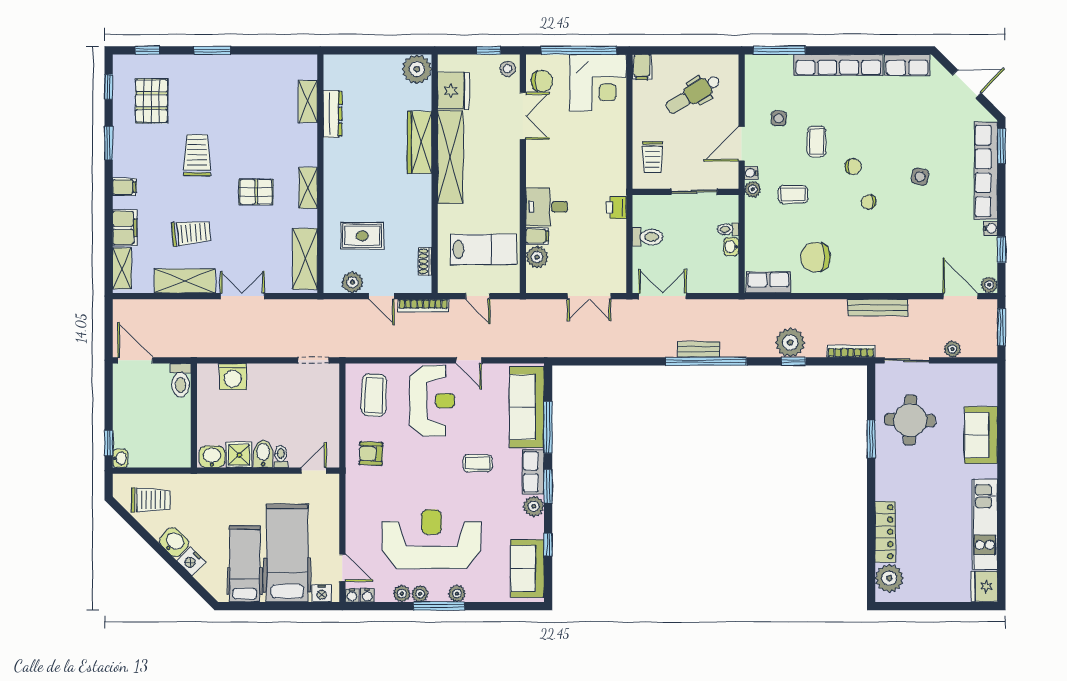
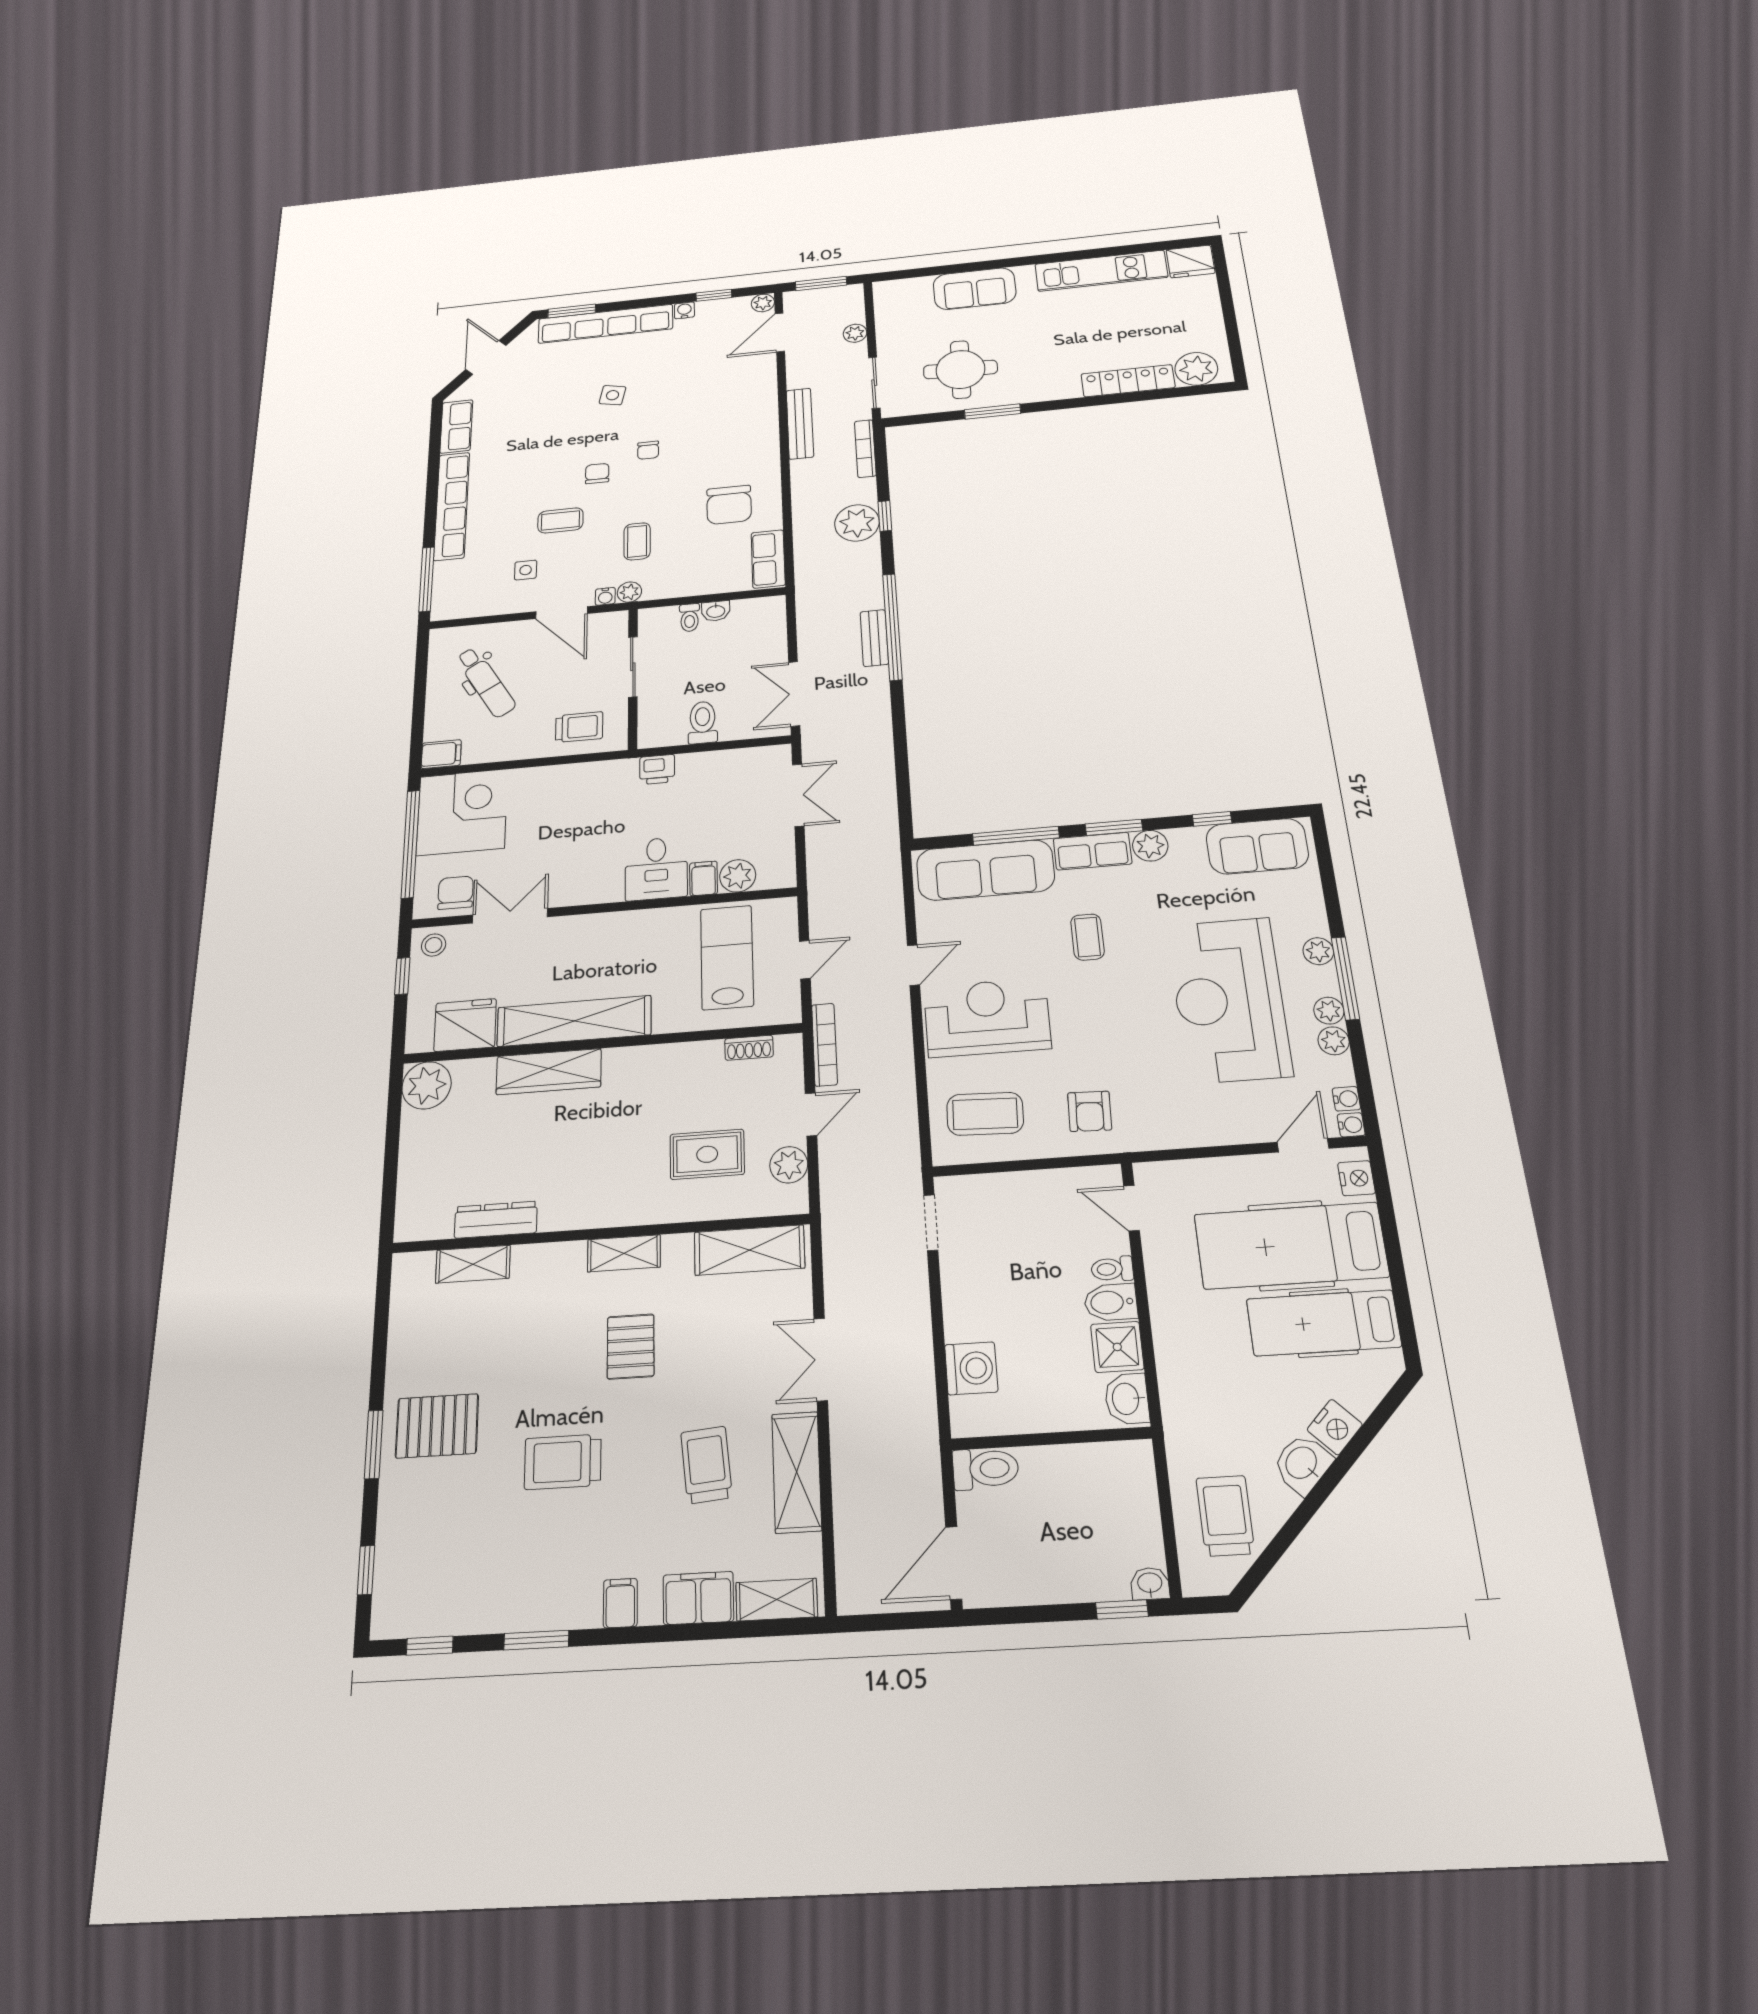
pallet: (151, 101) -> (437, 1426), moved
rug: (362, 236) -> (707, 1154), turned 90

